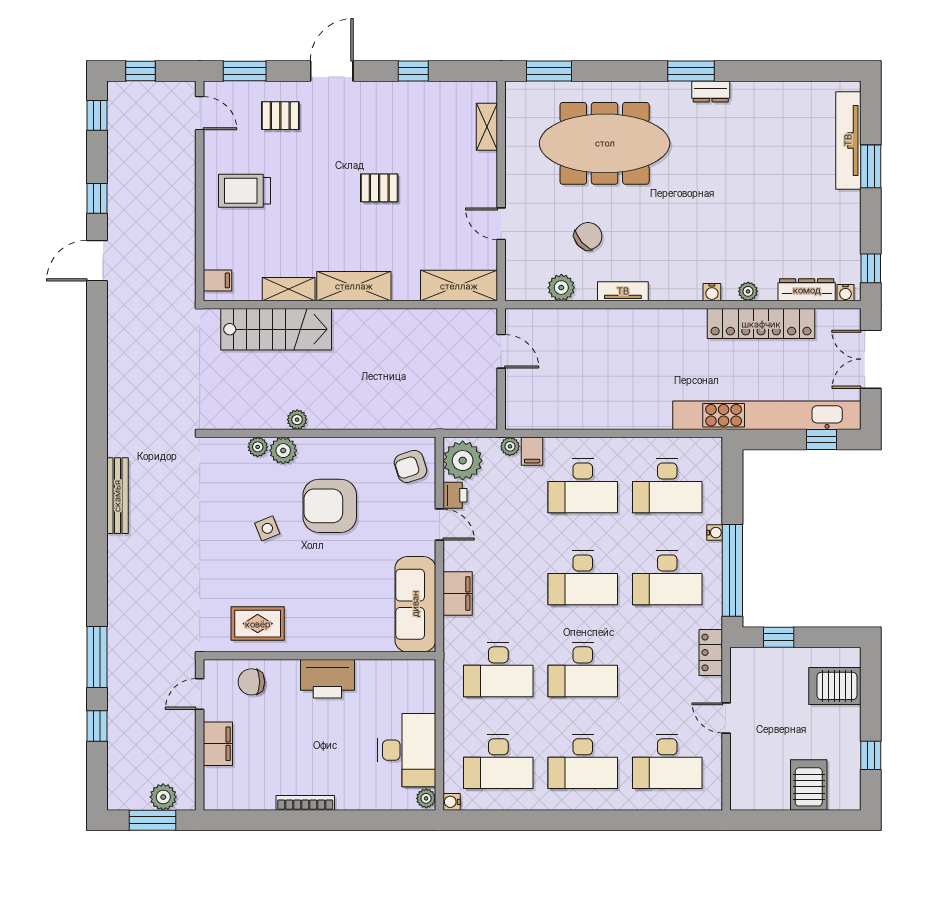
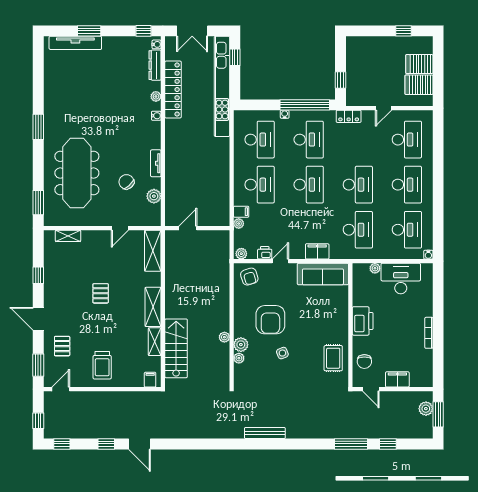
dresser: (711, 92) -> (49, 116), removed
plant: (463, 461) -> (241, 254), width x0.53, depth x0.53
server rack: (835, 686) -> (419, 85), moved, turned 90
plant: (426, 798) -> (375, 268), moved

